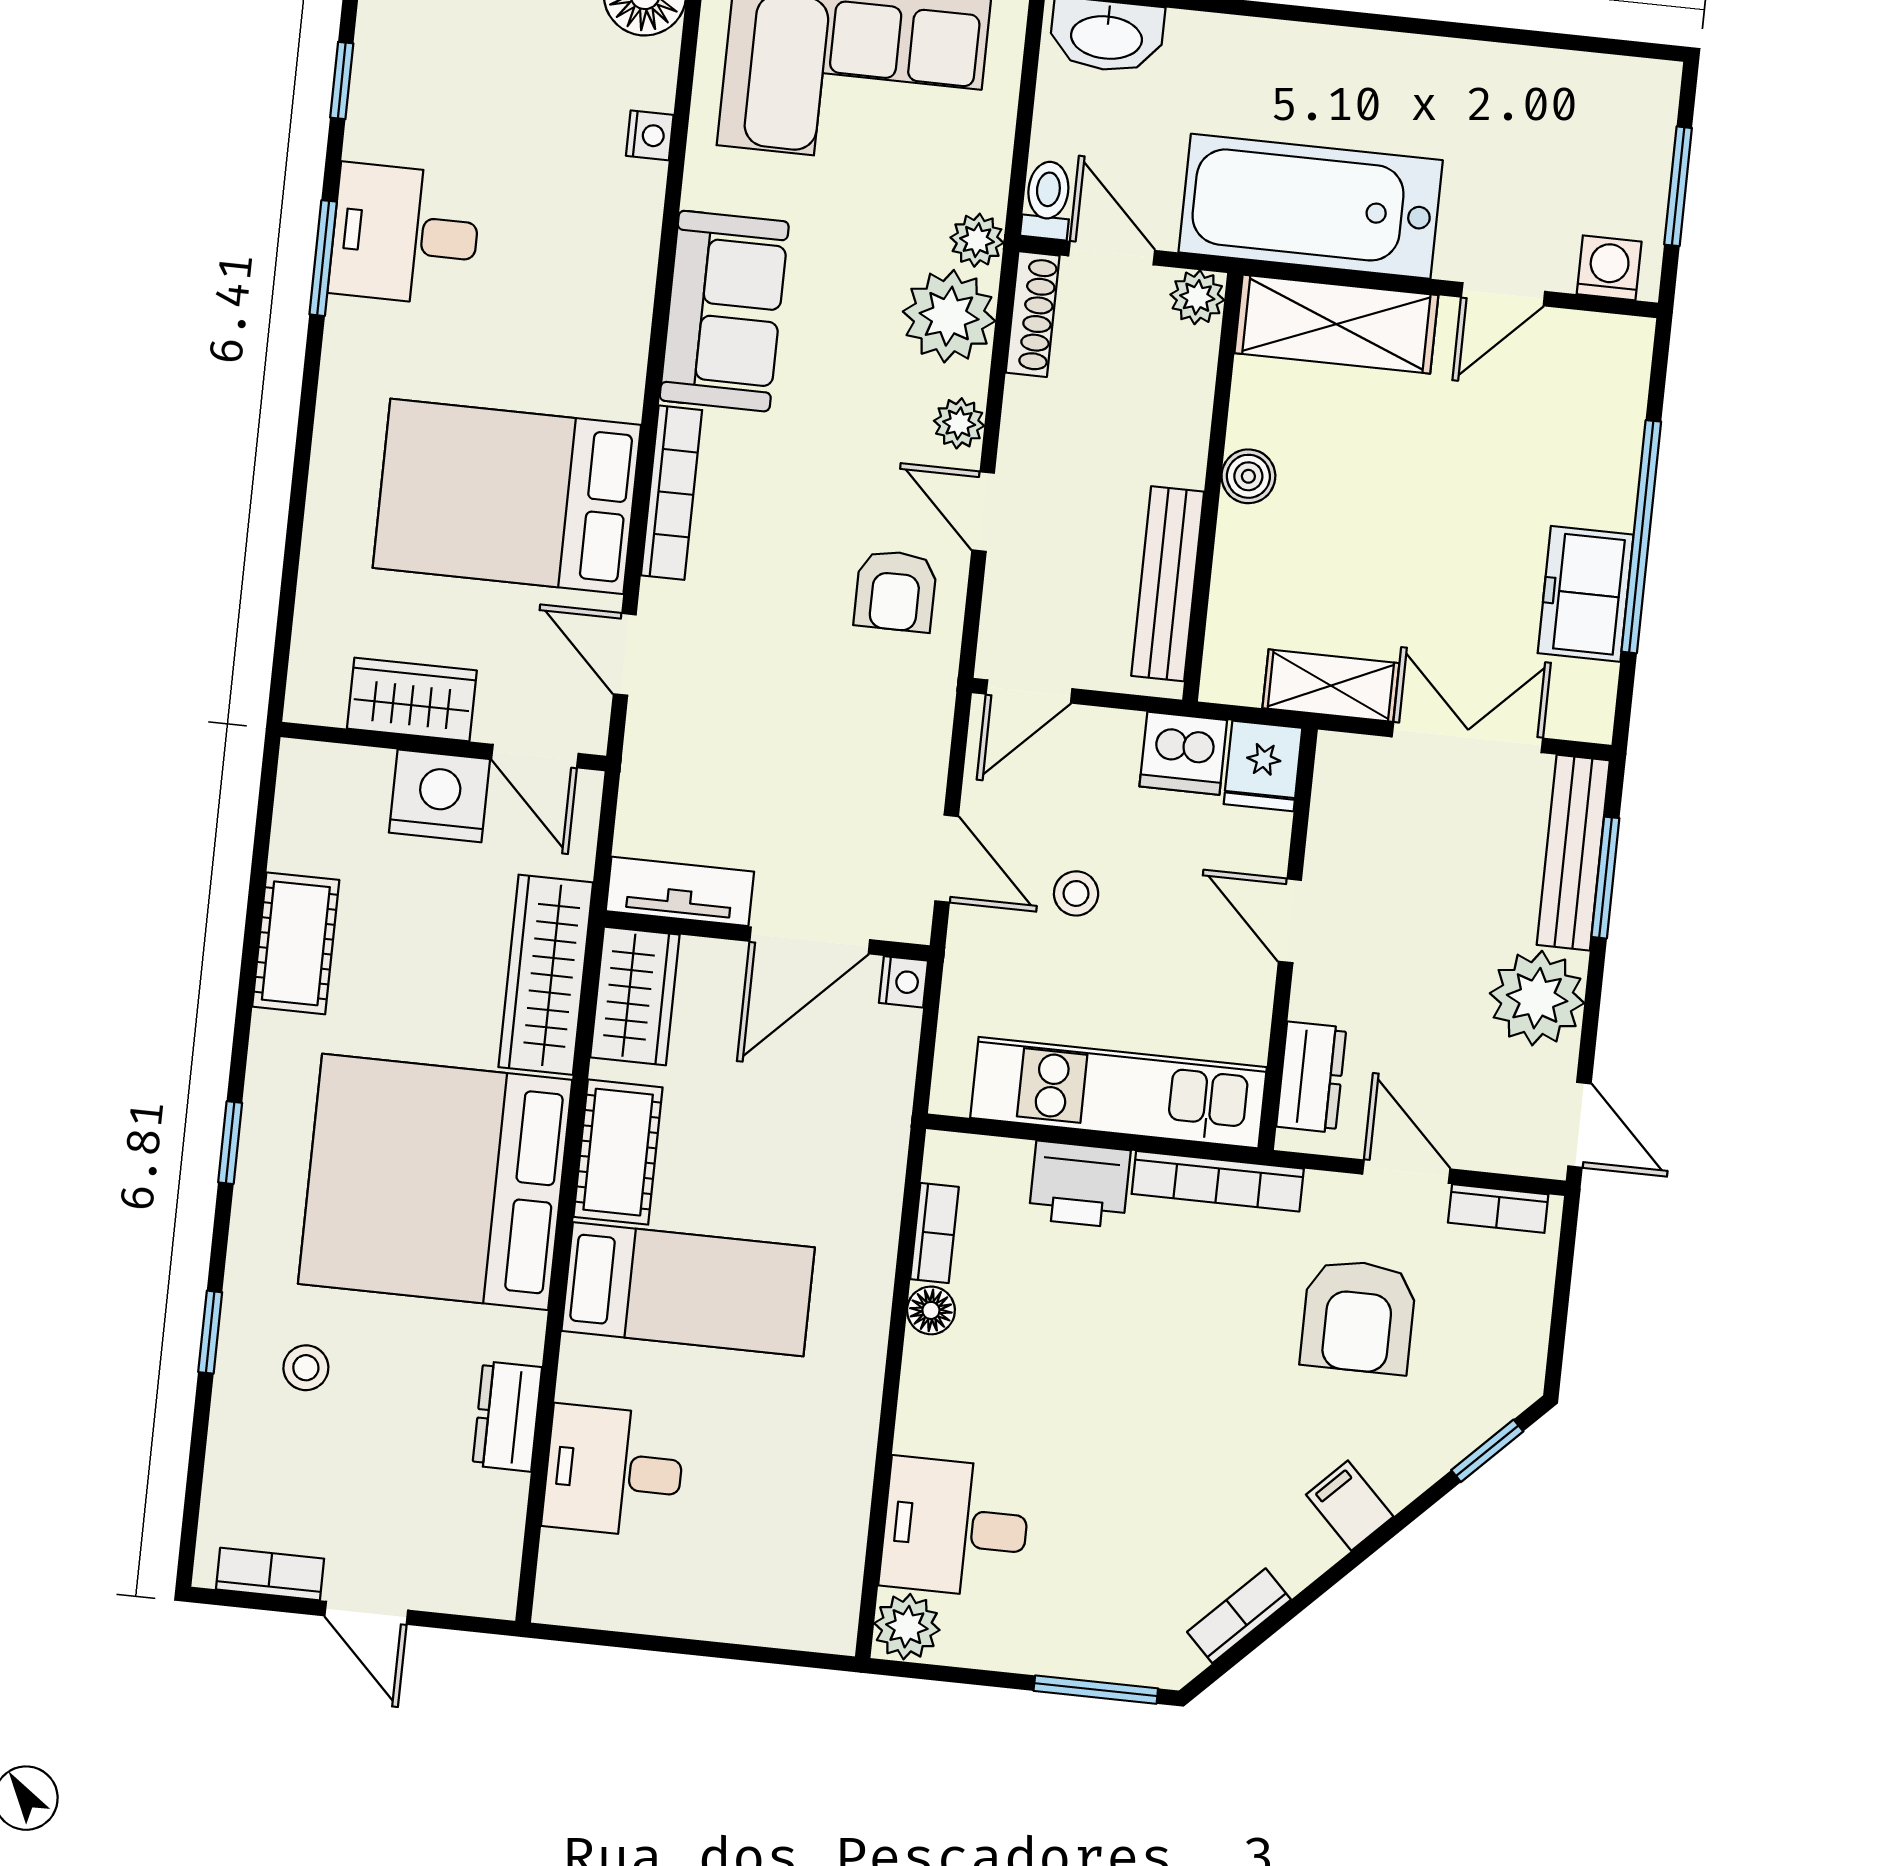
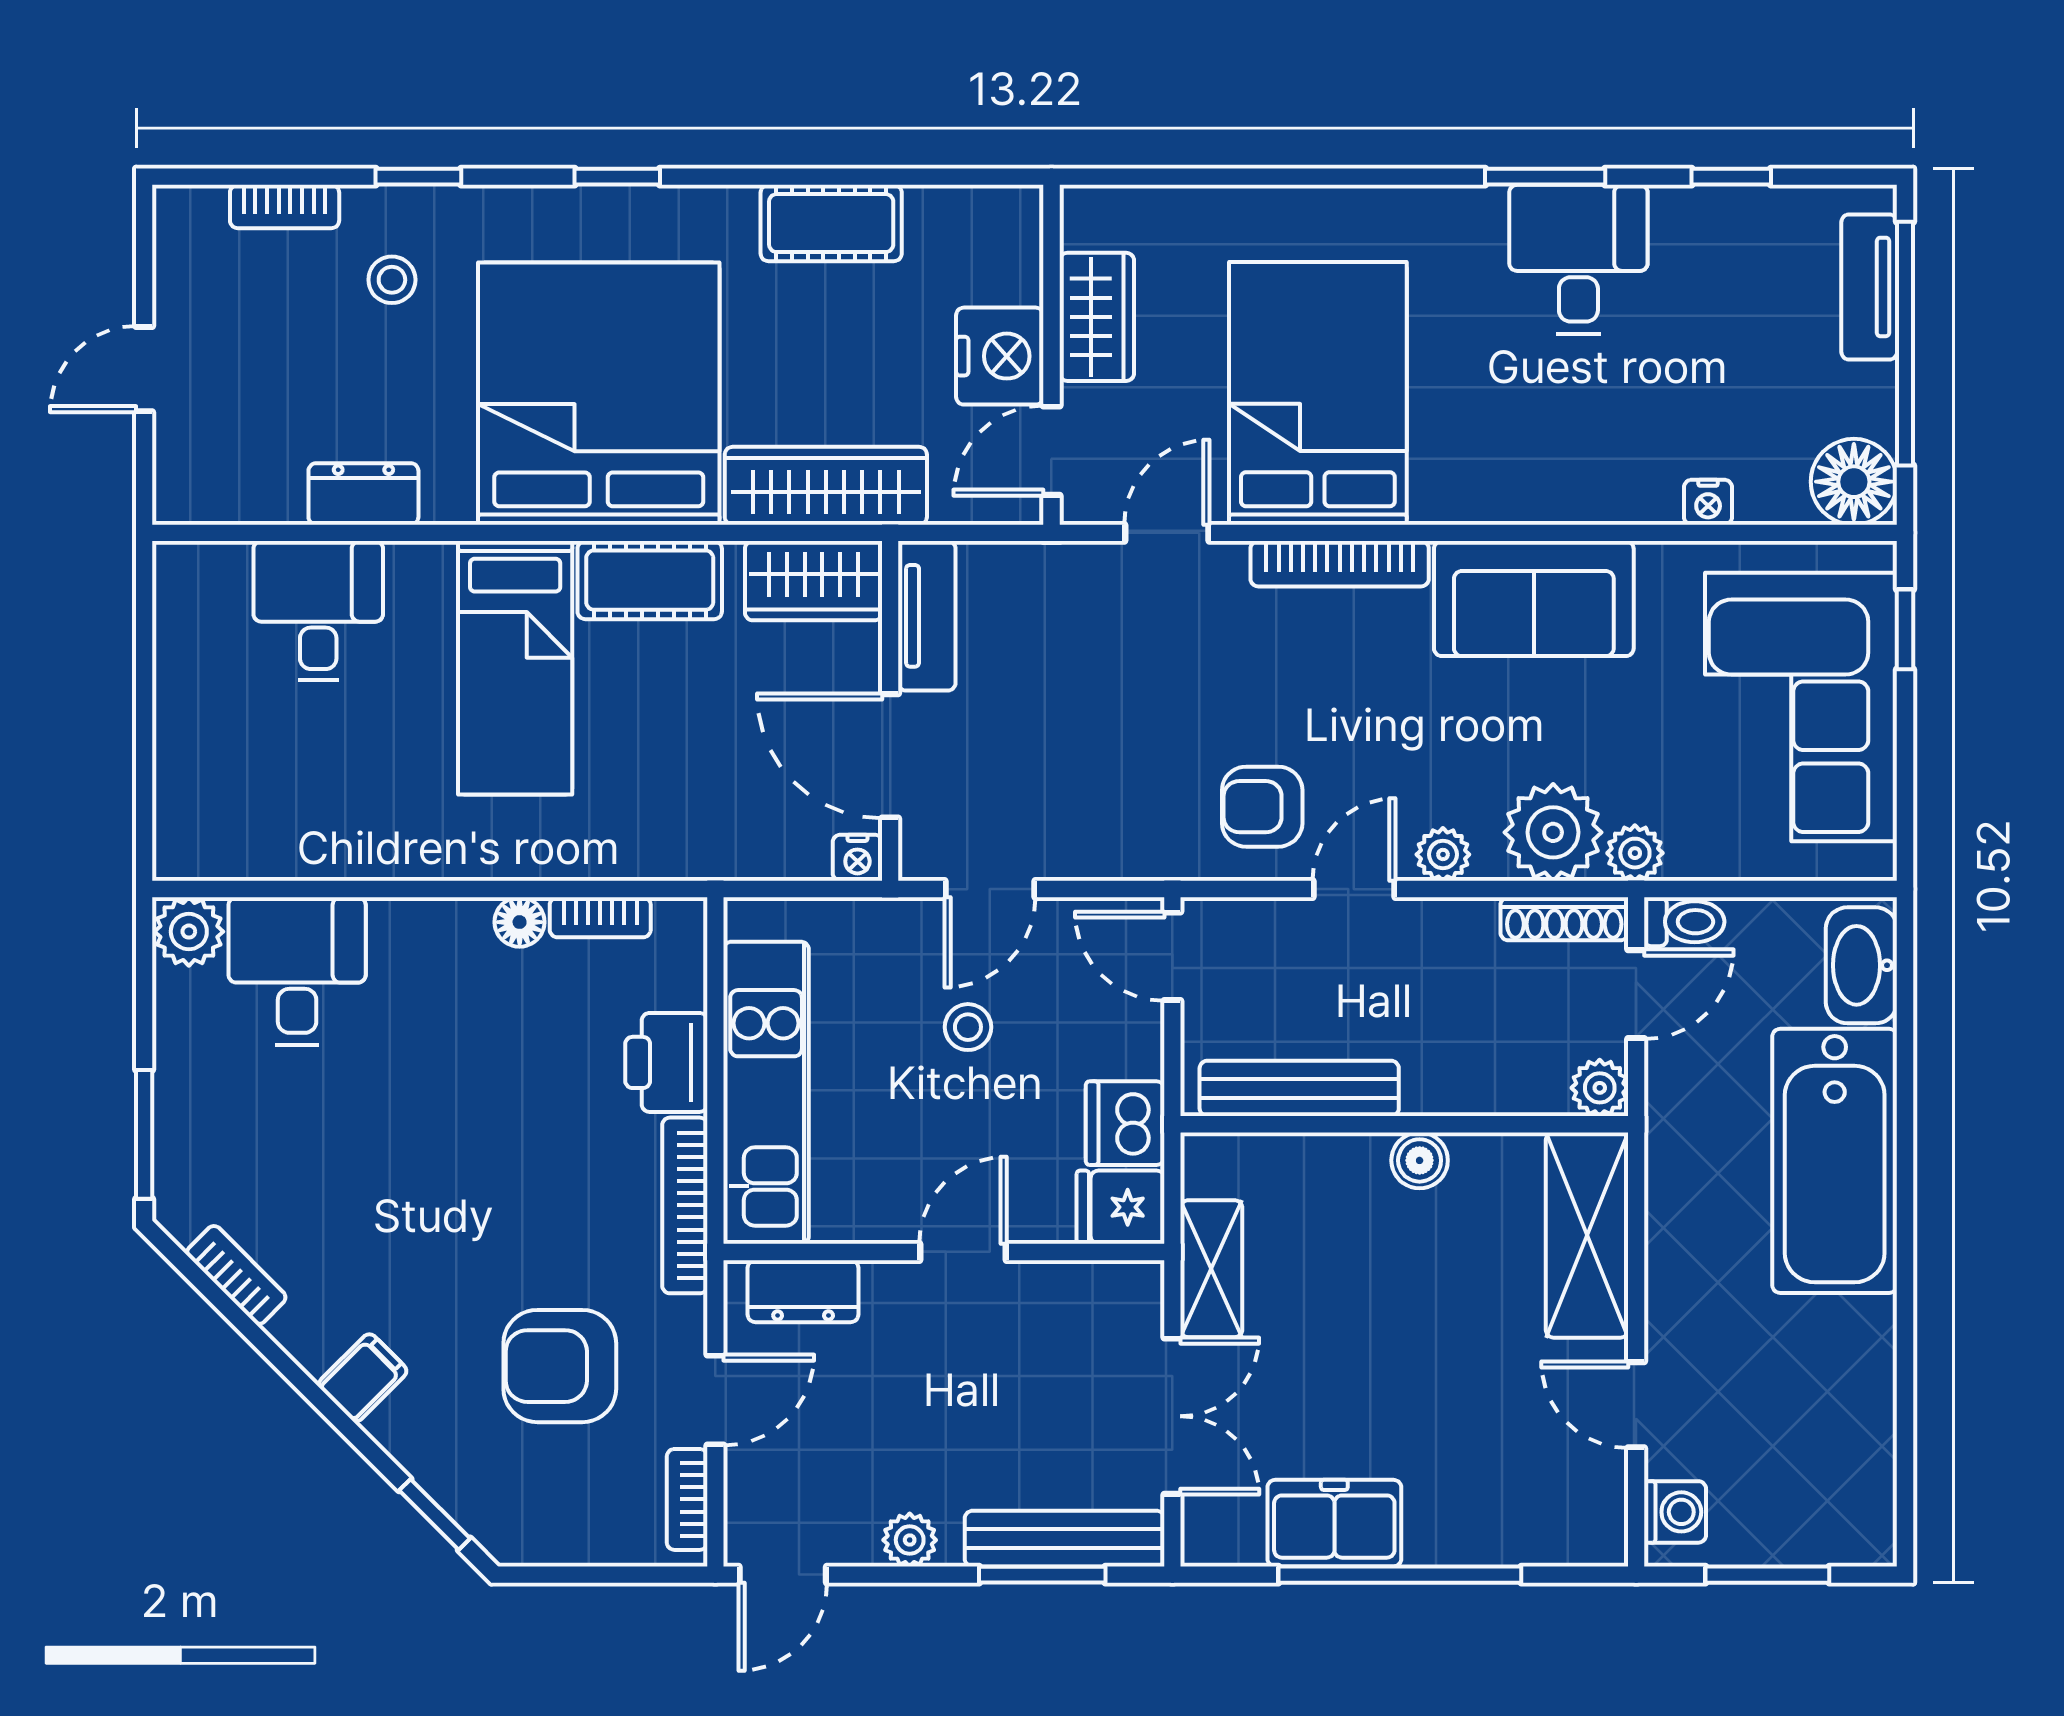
bathtub: (1311, 206) -> (1835, 1161), moved, turned 180
plant: (1537, 998) -> (910, 1540), width x0.53, depth x0.53
bookcase: (270, 1574) -> (285, 207), moved, turned 90

